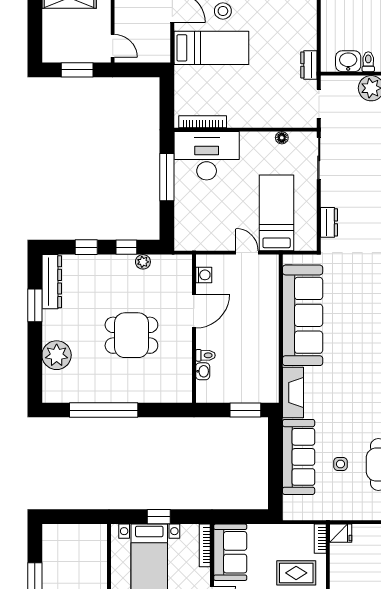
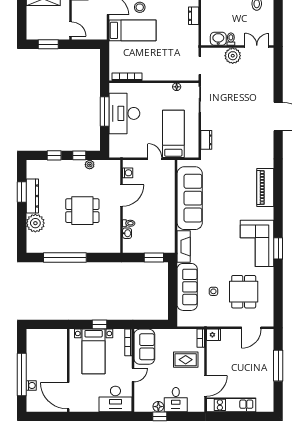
dresser: (309, 65) -> (194, 16), moved
desk: (207, 156) -> (124, 113), moved, turned -90
dresser: (52, 282) -> (32, 196), moved

